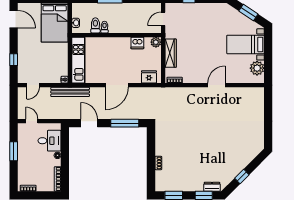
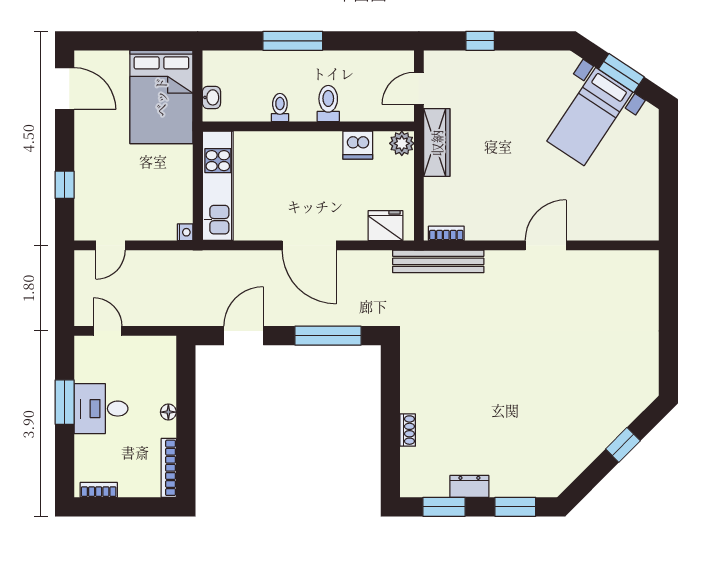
toilet: (95, 25) -> (328, 103), moved
bed with nightstands: (246, 44) -> (590, 117), moved, turned -57
wardrobe: (171, 53) -> (437, 143), moved
plant: (257, 68) -> (642, 205), removed
door: (117, 85) -> (309, 245), hinge flipped
bench: (70, 92) -> (438, 261), moved
door: (89, 123) -> (244, 336), hinge flipped
desk: (49, 141) -> (101, 409), moved, turned 180
window: (242, 176) -> (623, 445), moved
dresser: (212, 187) -> (469, 486), moved

